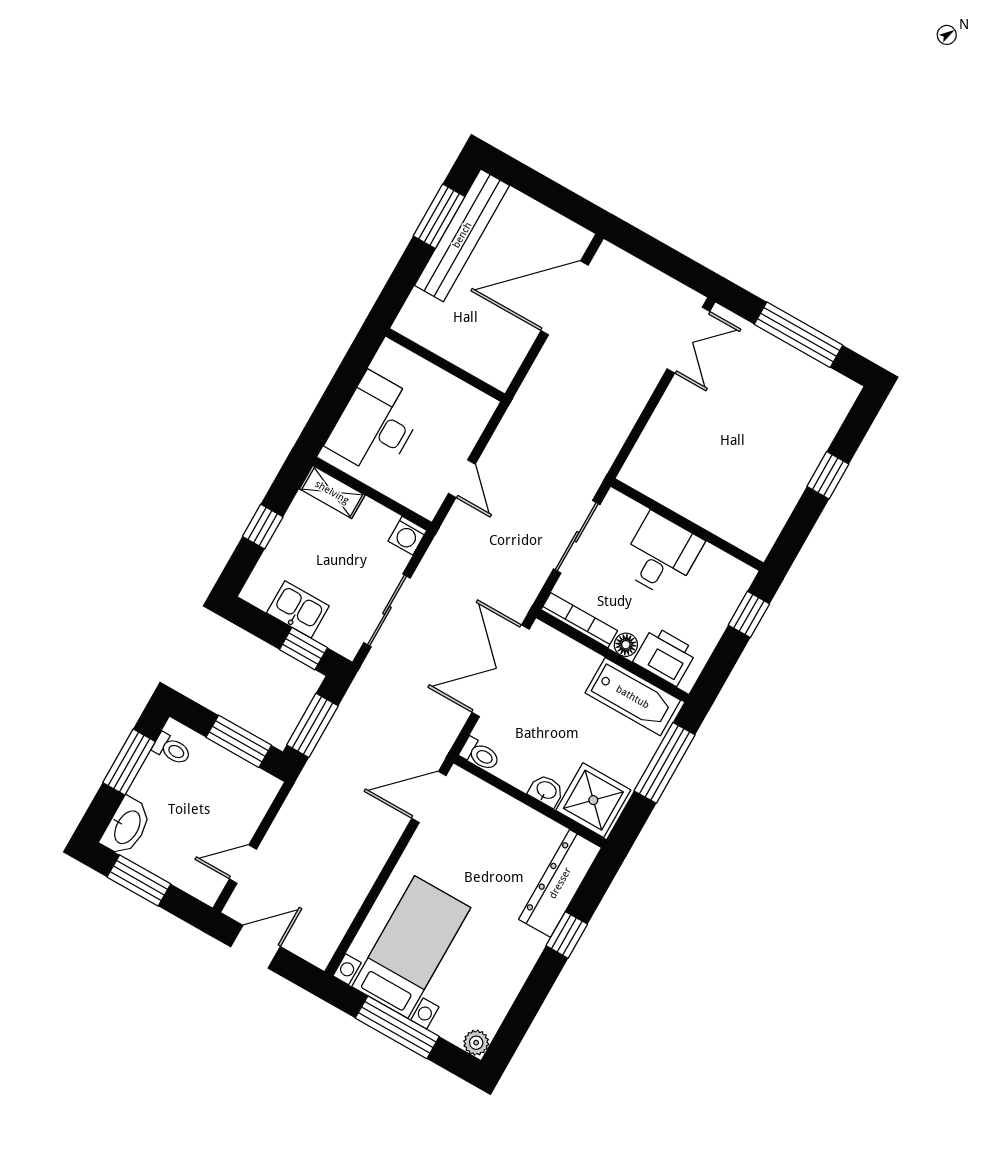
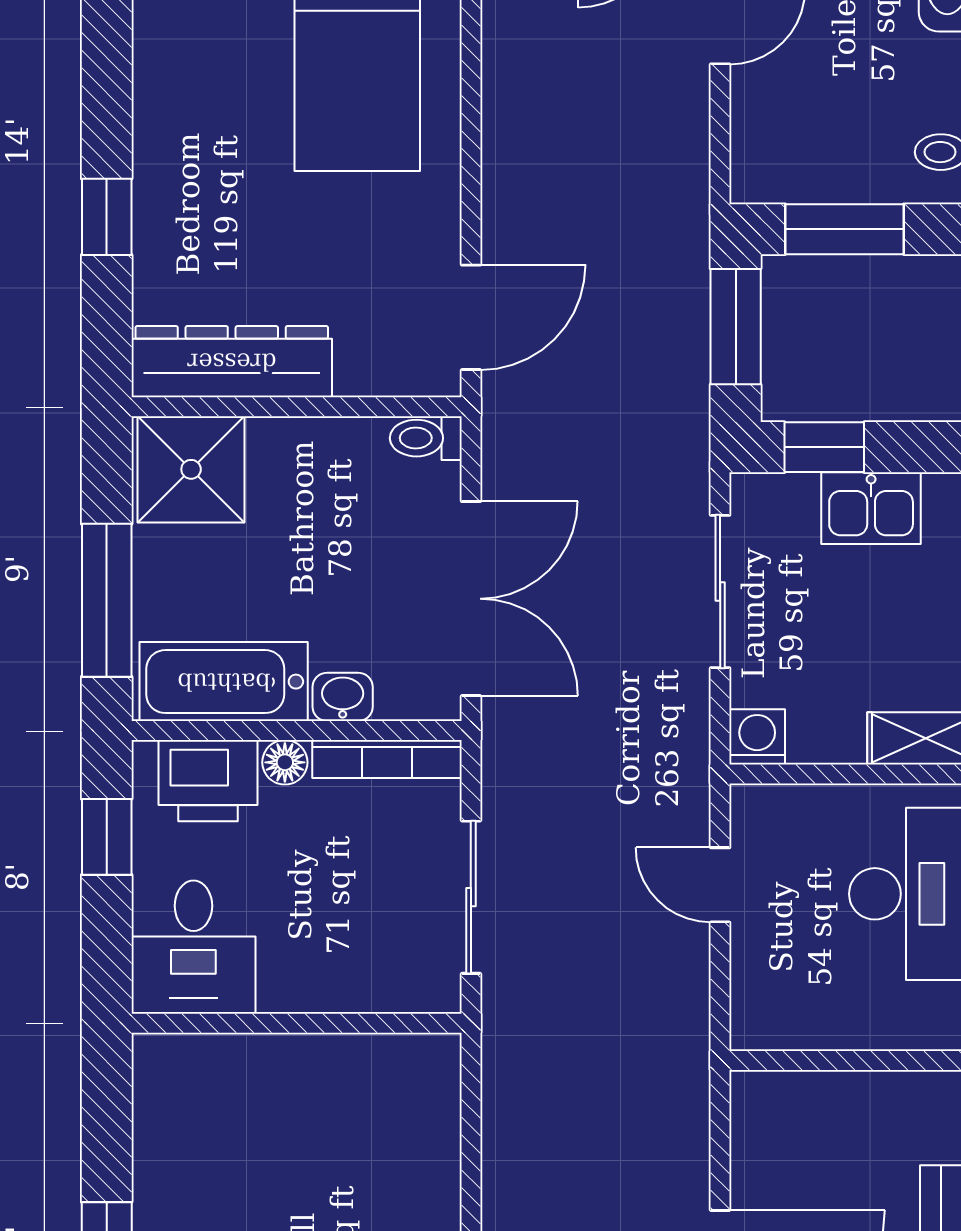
desk: (661, 555) -> (193, 947), moved
window: (749, 614) -> (107, 837), moved
washbasin: (546, 791) -> (343, 697), moved, turned 180
dresser: (560, 883) -> (232, 362), moved, turned -90

